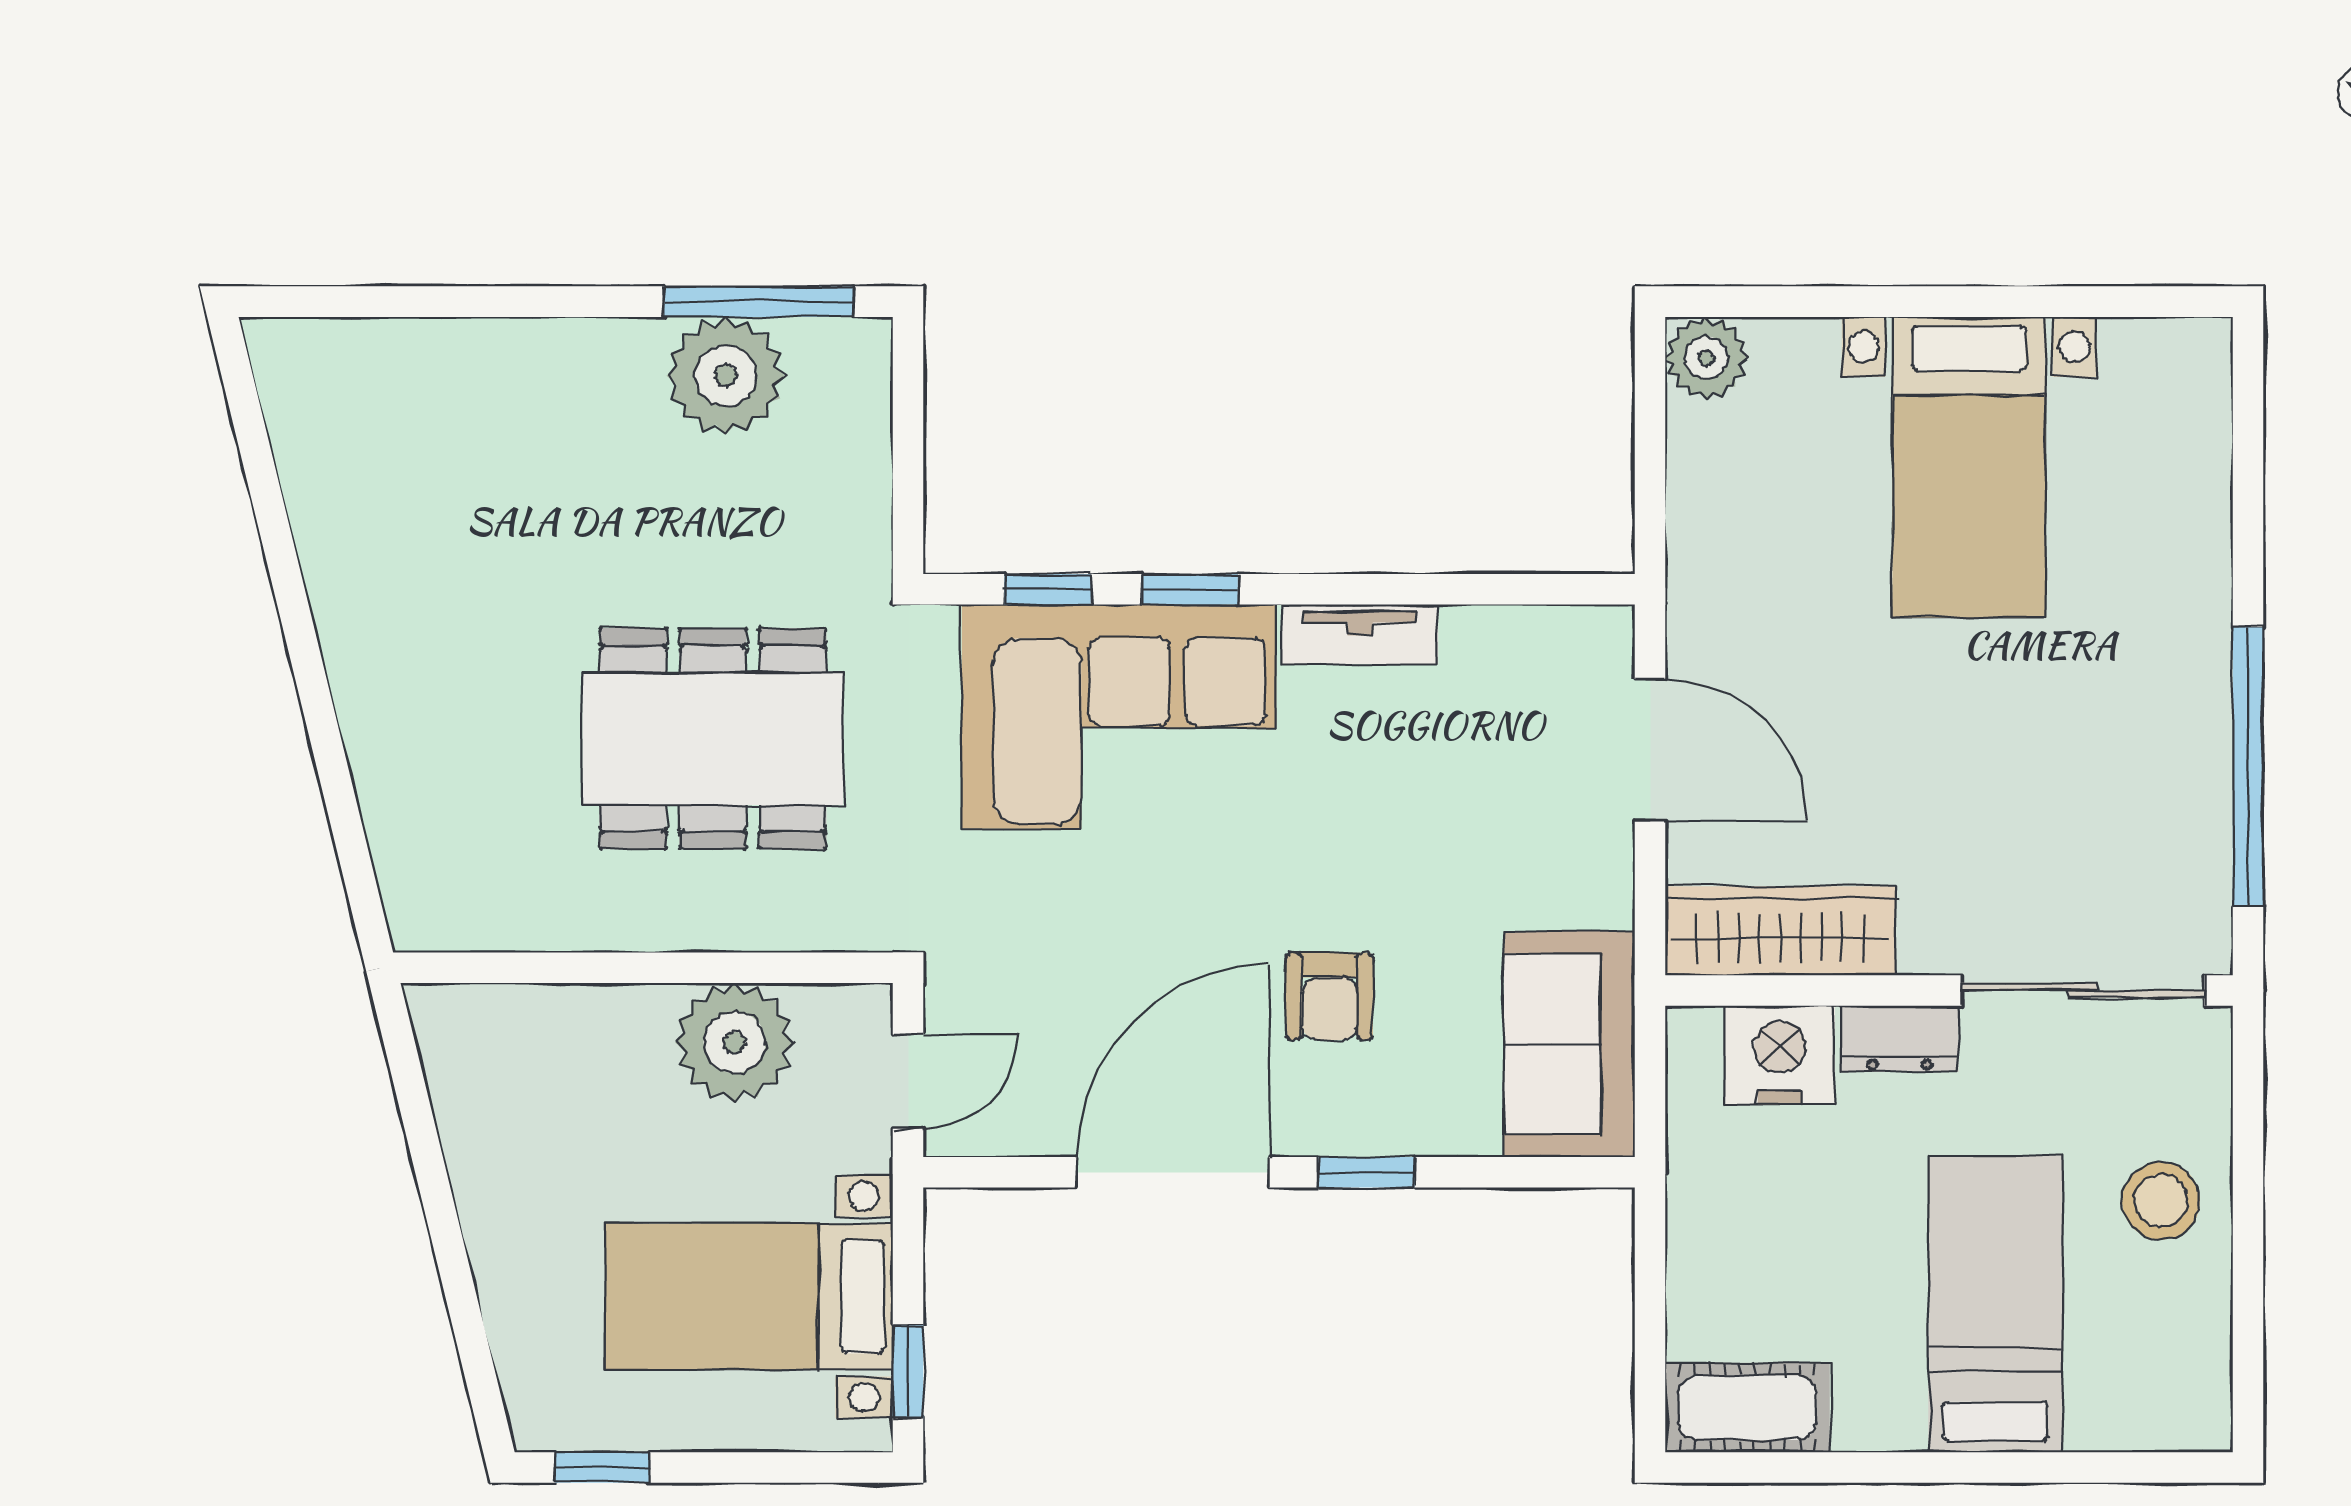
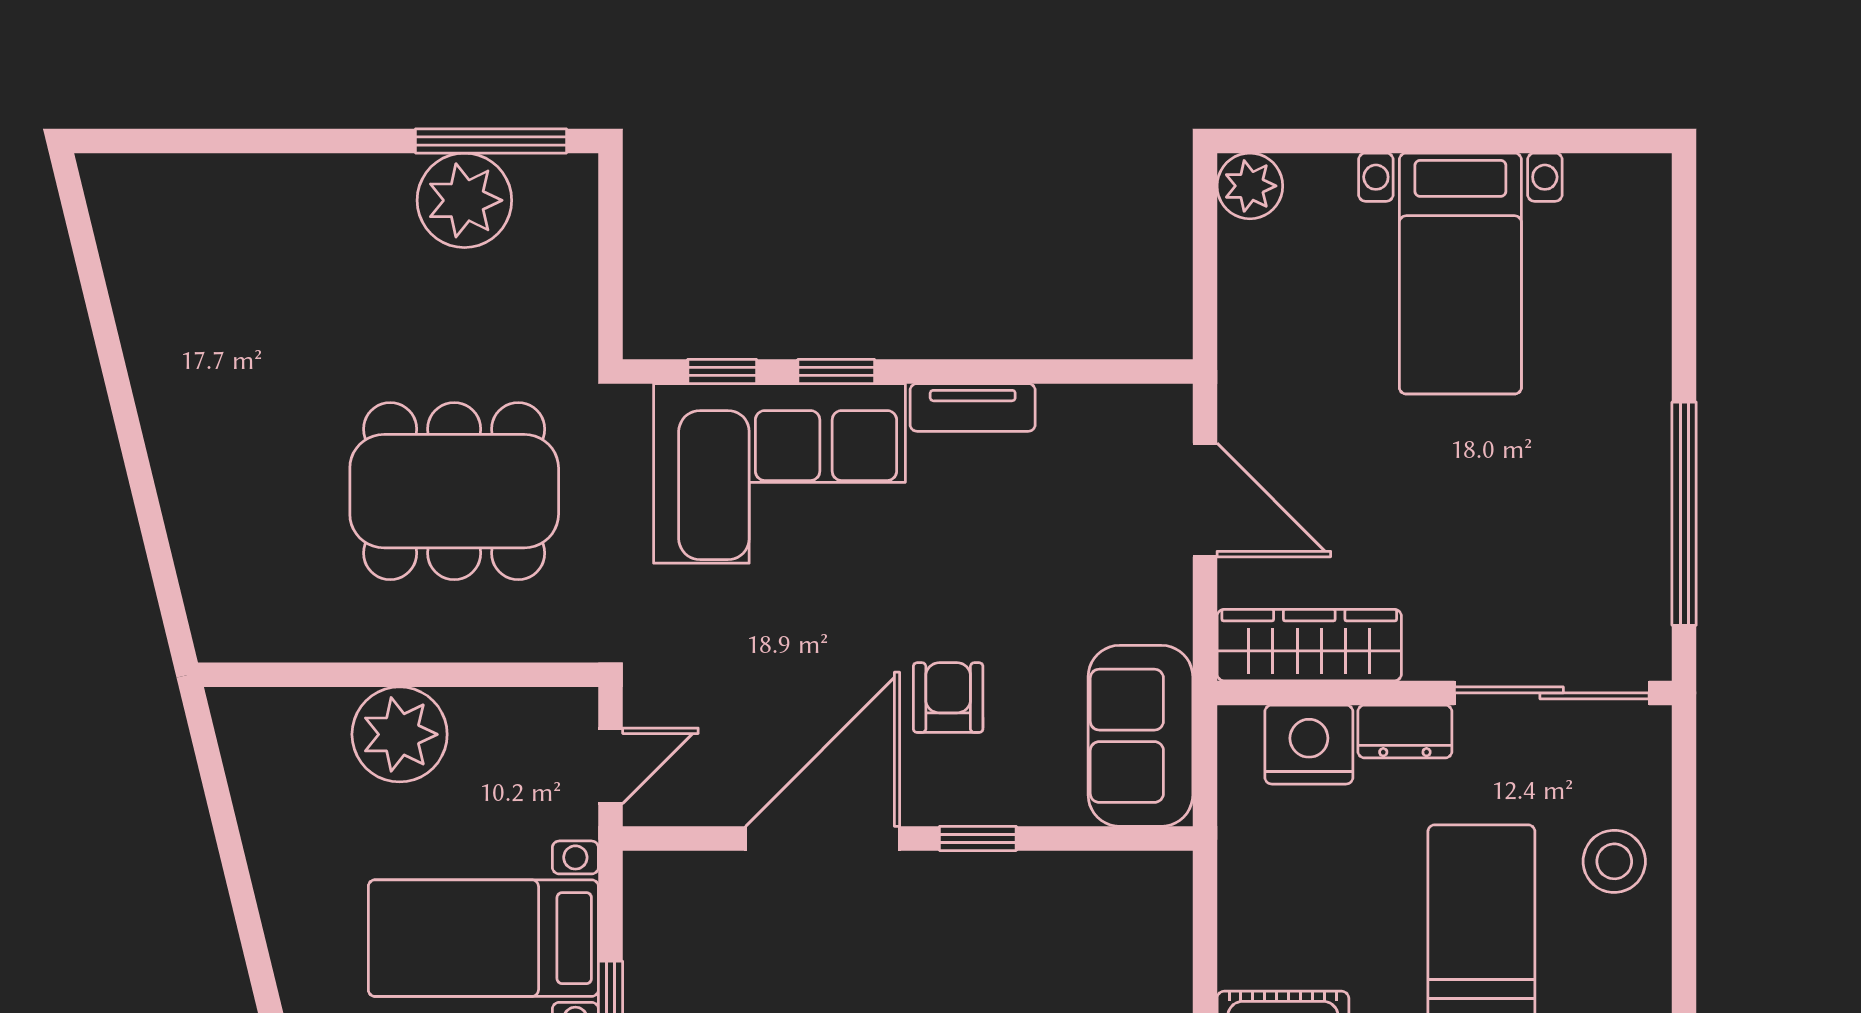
armchair: (1329, 996) -> (948, 698), turned 180
plant: (735, 1042) -> (400, 734), moved

